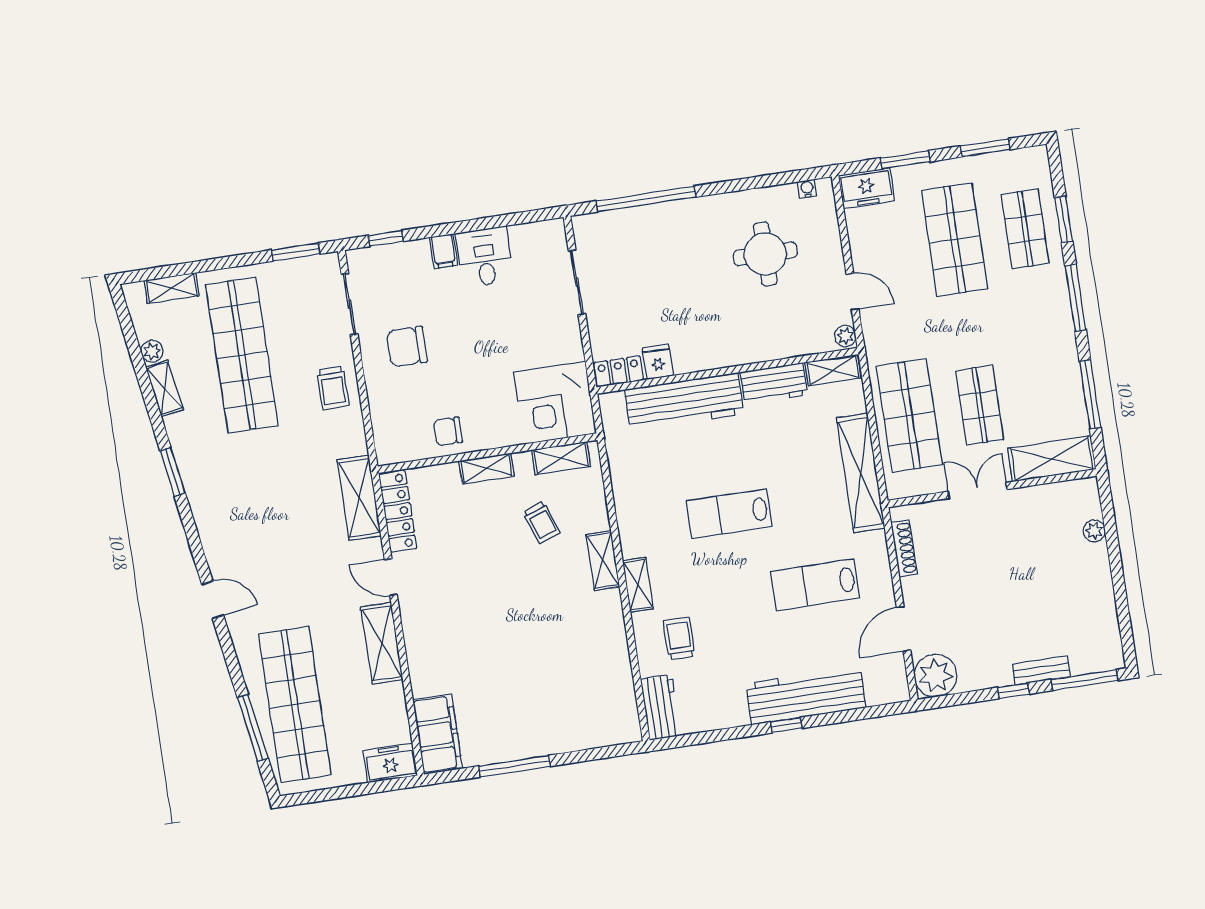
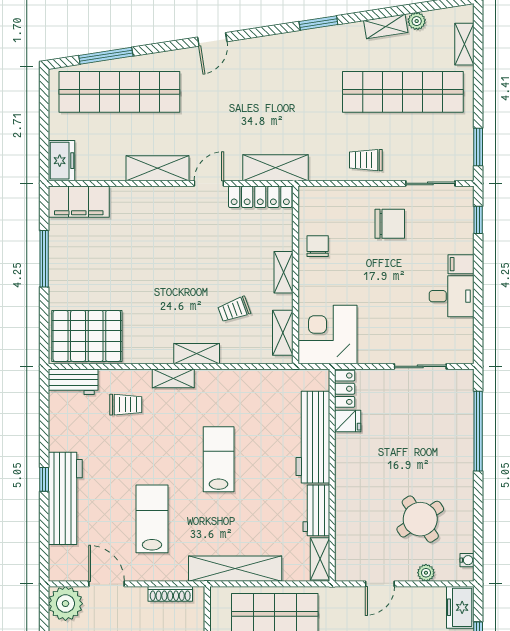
round table: (765, 254) -> (420, 519), turned -34
plant: (845, 336) -> (426, 573), moved
chair: (407, 347) -> (390, 224), turned 90
pallet: (602, 699) -> (87, 336), added

